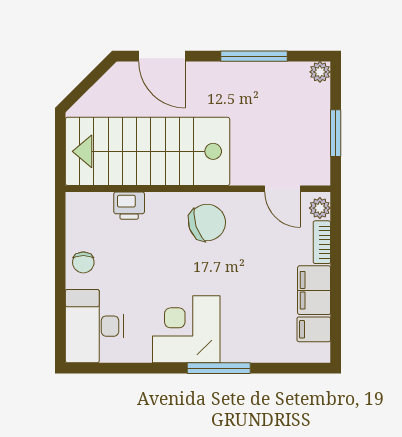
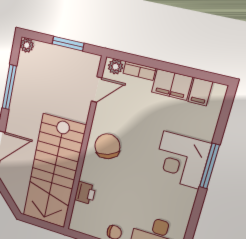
corner desk: (186, 329) -> (181, 160), moved

